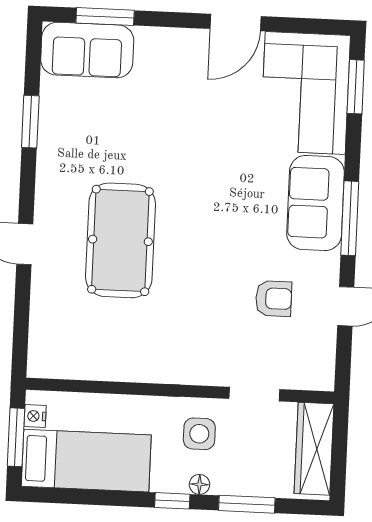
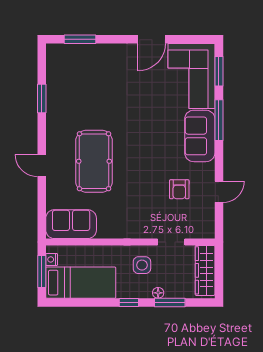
sofa: (87, 50) -> (71, 224), moved, turned 180
window: (350, 218) -> (219, 120), moved
armchair: (274, 299) -> (179, 189), turned 90
floor lamp: (200, 484) -> (158, 293), moved

